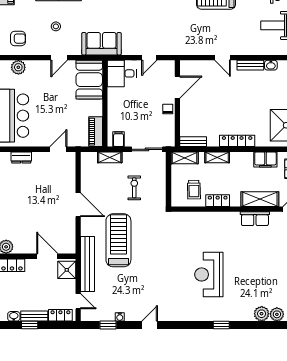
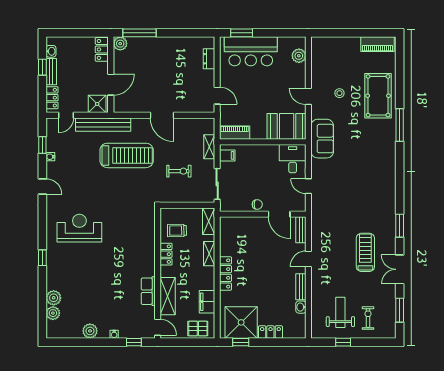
armchair: (18, 39) -> (327, 55), removed
bench: (193, 142) -> (301, 230), moved
door: (78, 205) -> (162, 115), hinge flipped
reception desk: (209, 274) -> (79, 228), moved

